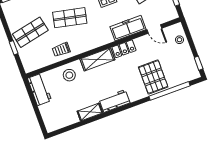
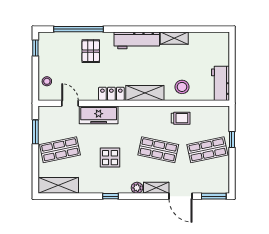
pallet: (153, 77) -> (91, 51), width x0.67, depth x0.71
workbench: (114, 101) -> (137, 40), width x1.38

